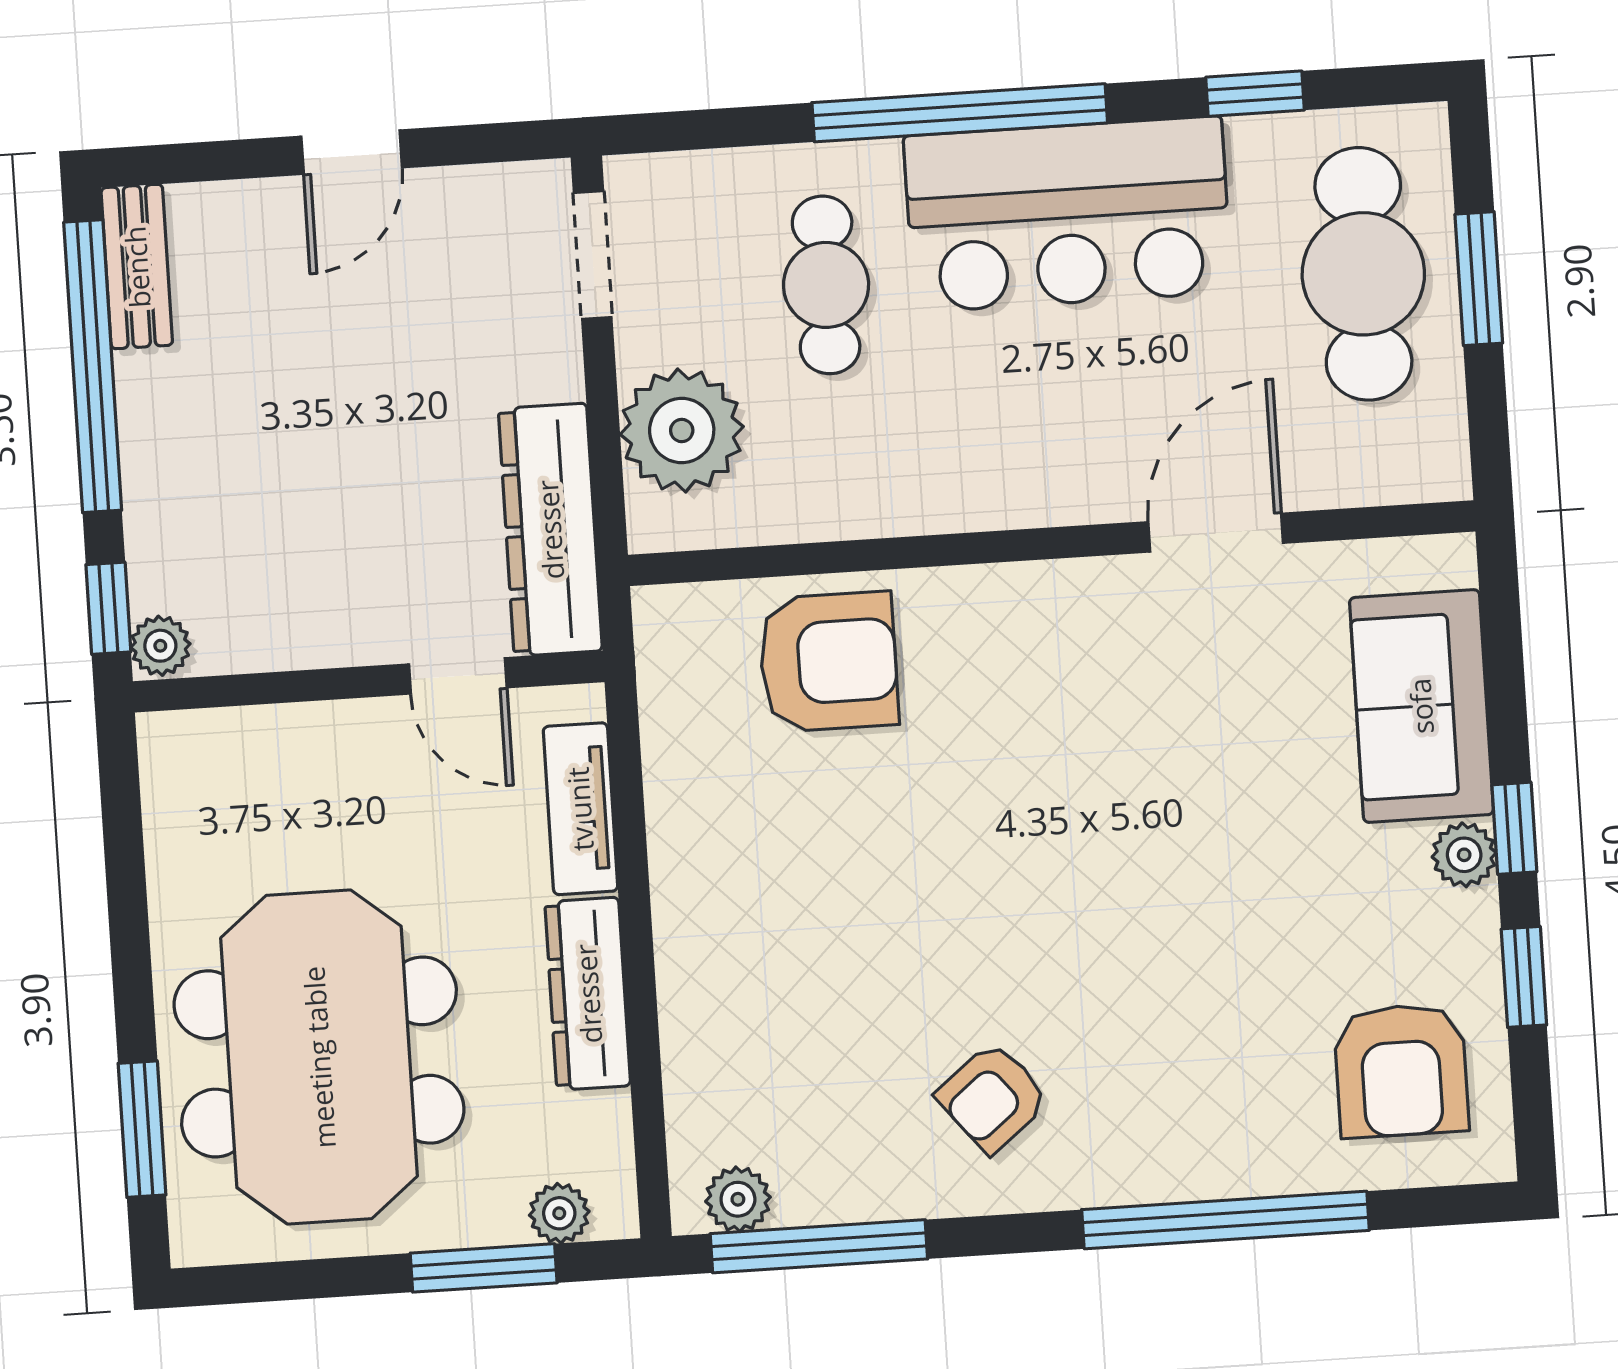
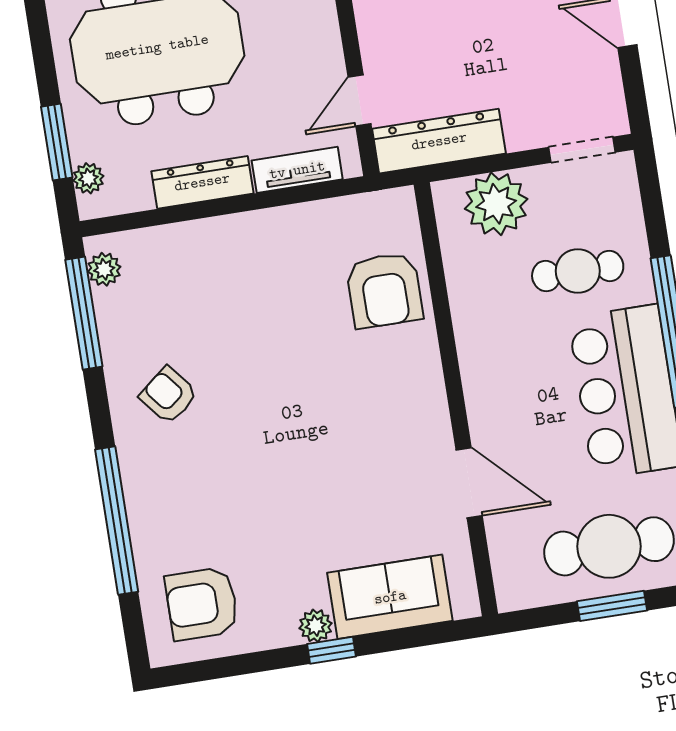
window: (1524, 977) -> (256, 662), removed

